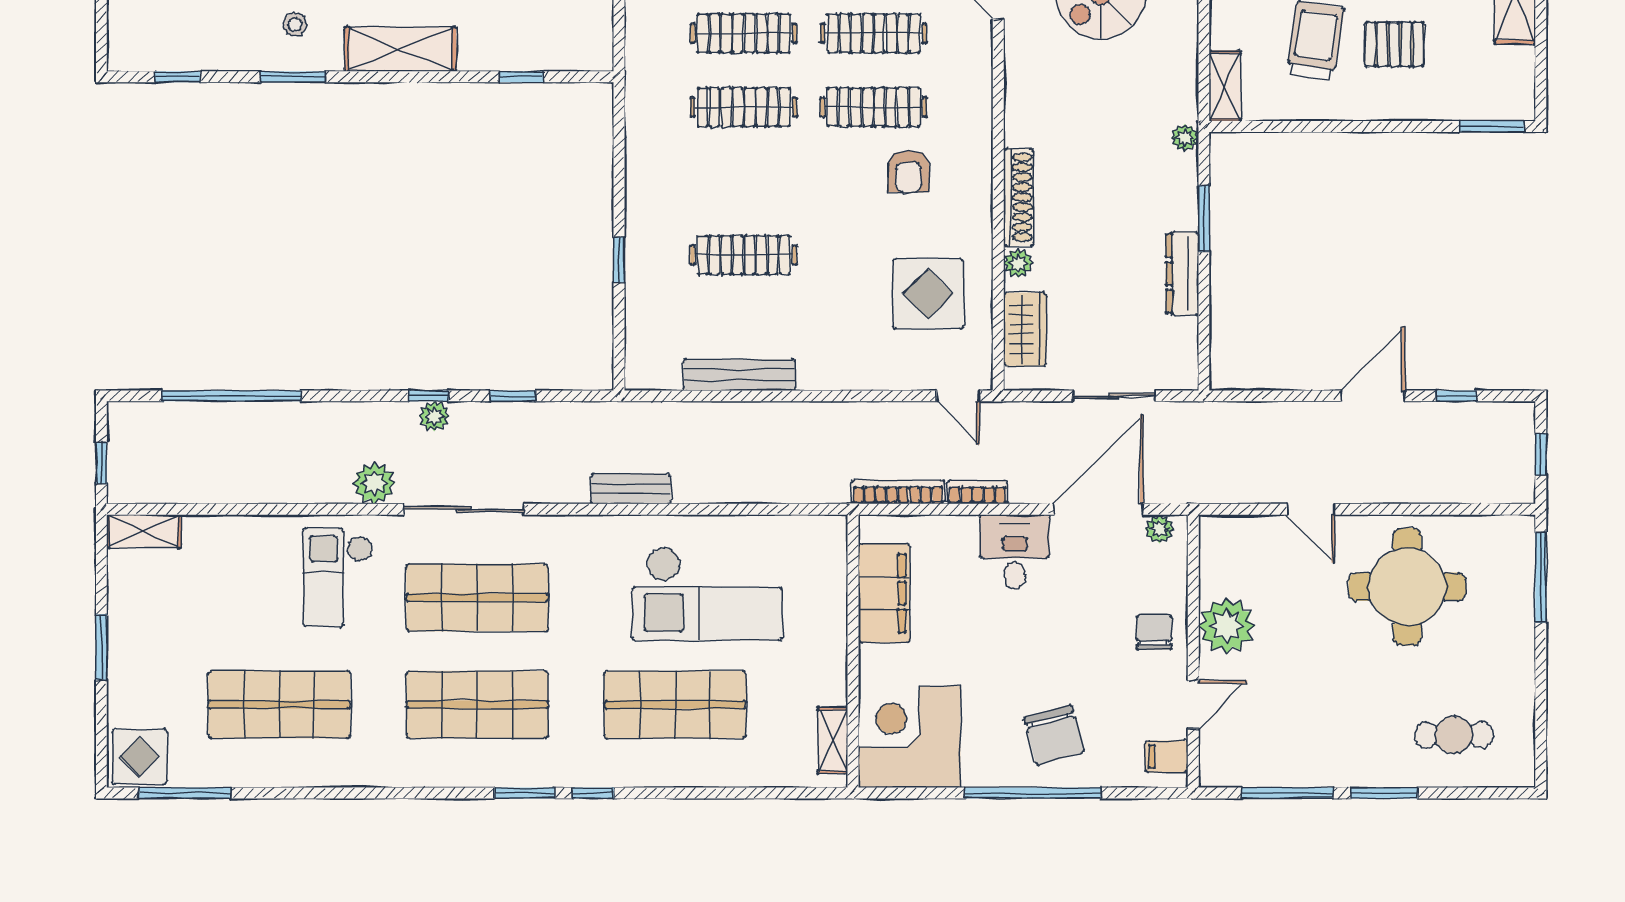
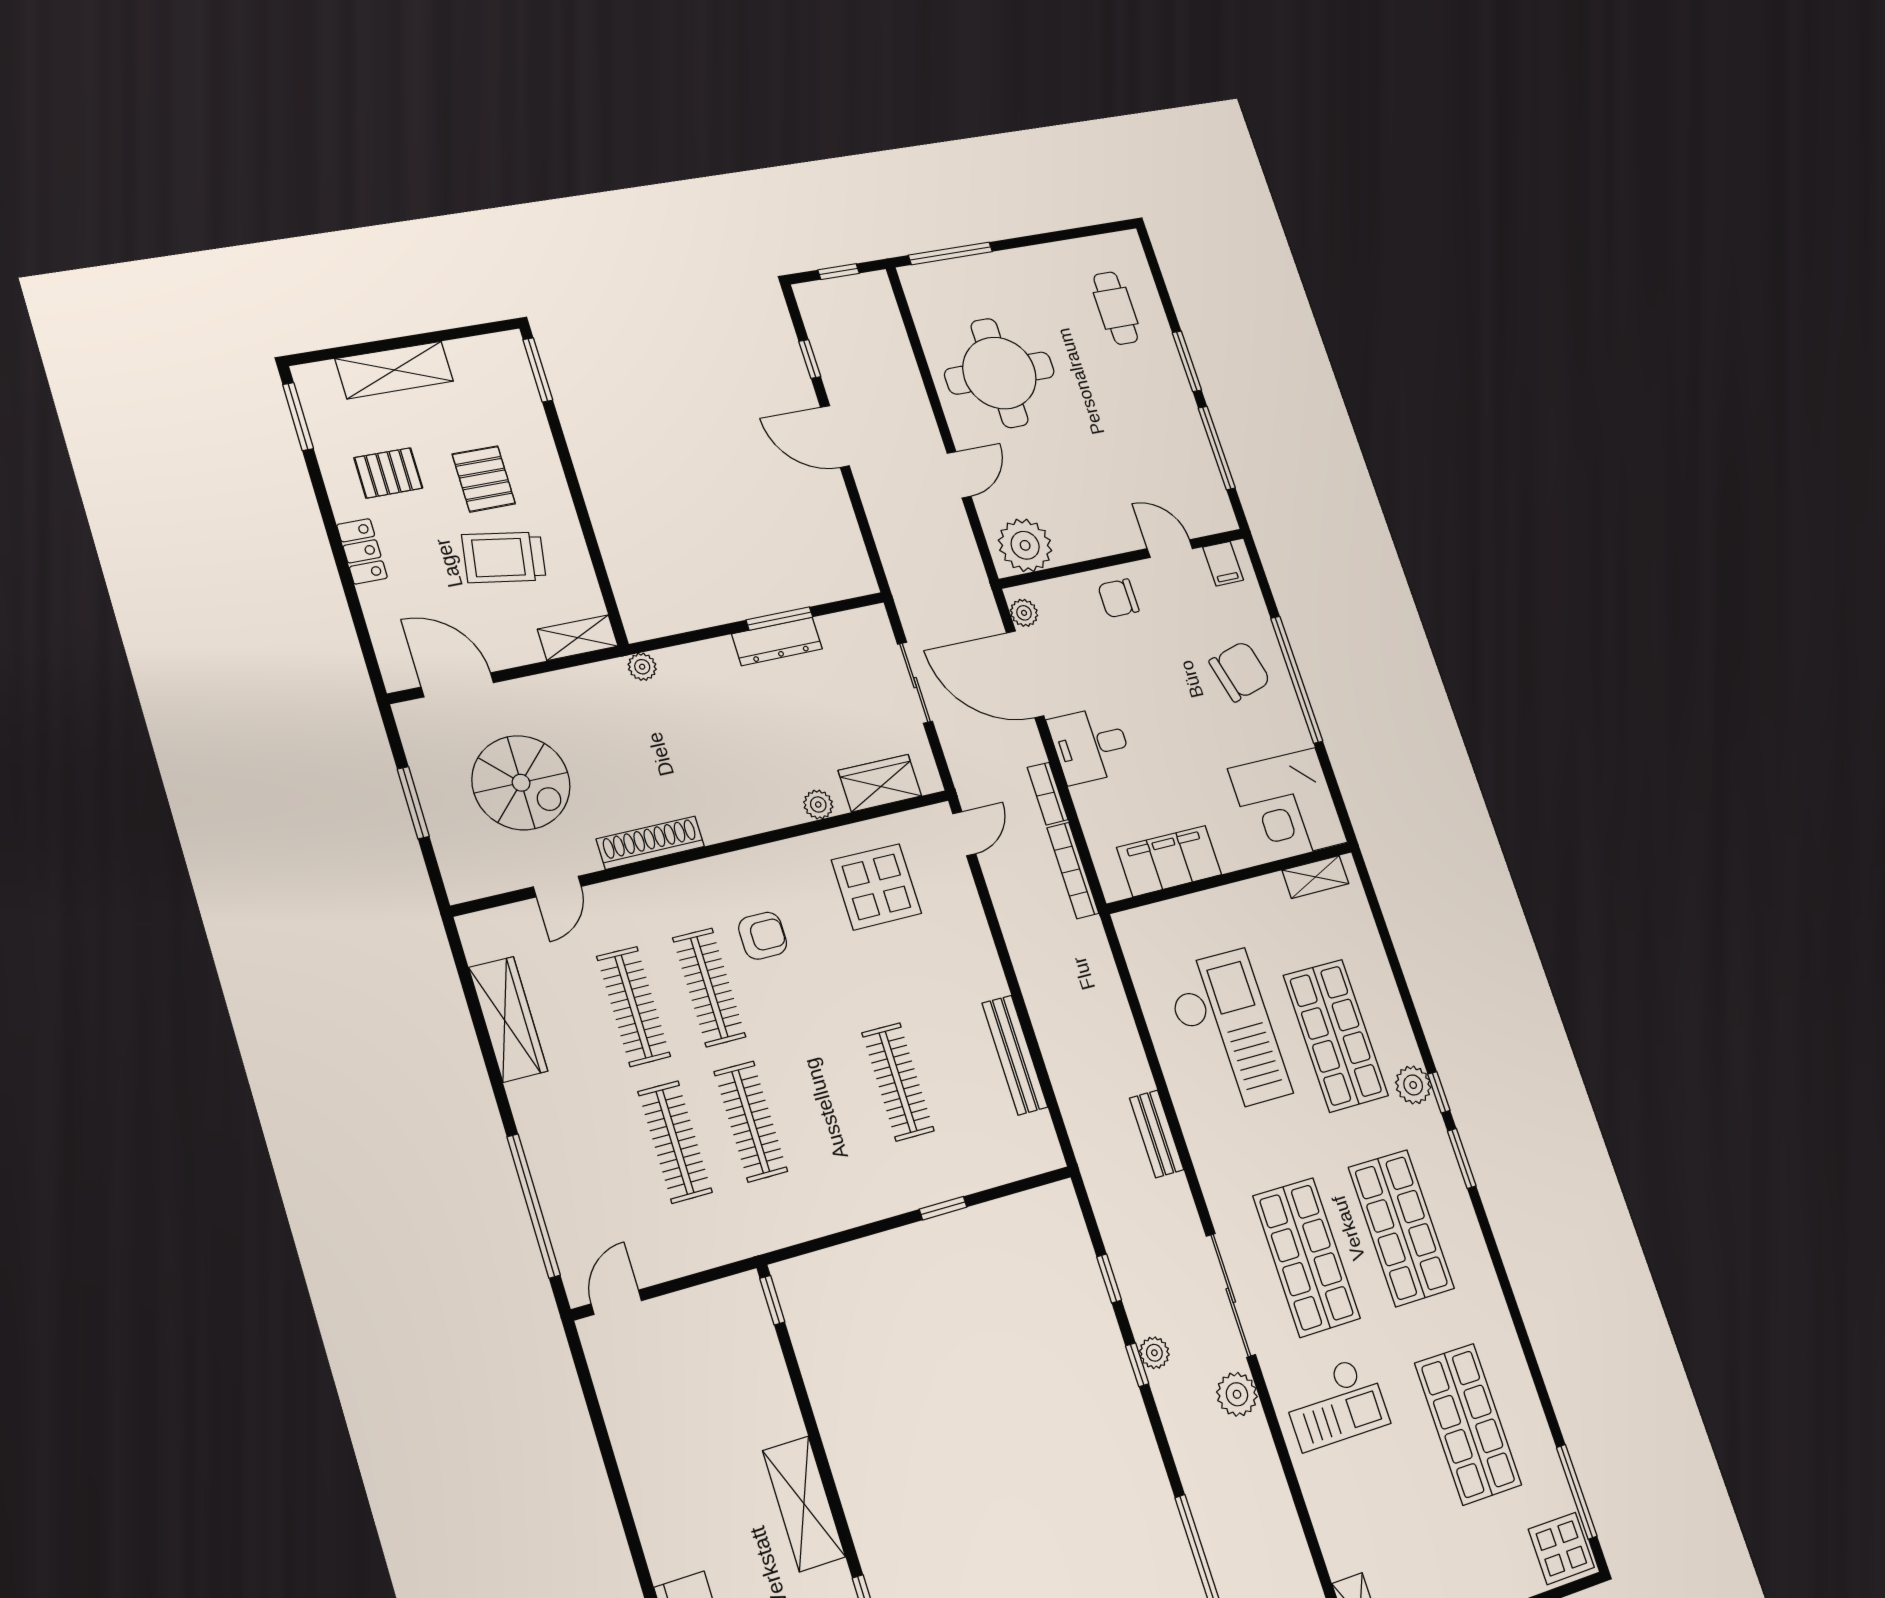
window: (522, 77) -> (772, 1300), moved
shoe rack: (1019, 197) -> (650, 843), moved
window: (1204, 218) -> (779, 619), moved
plant: (1227, 626) -> (1025, 545), moved
plant: (607, 768) -> (1413, 1085), added

